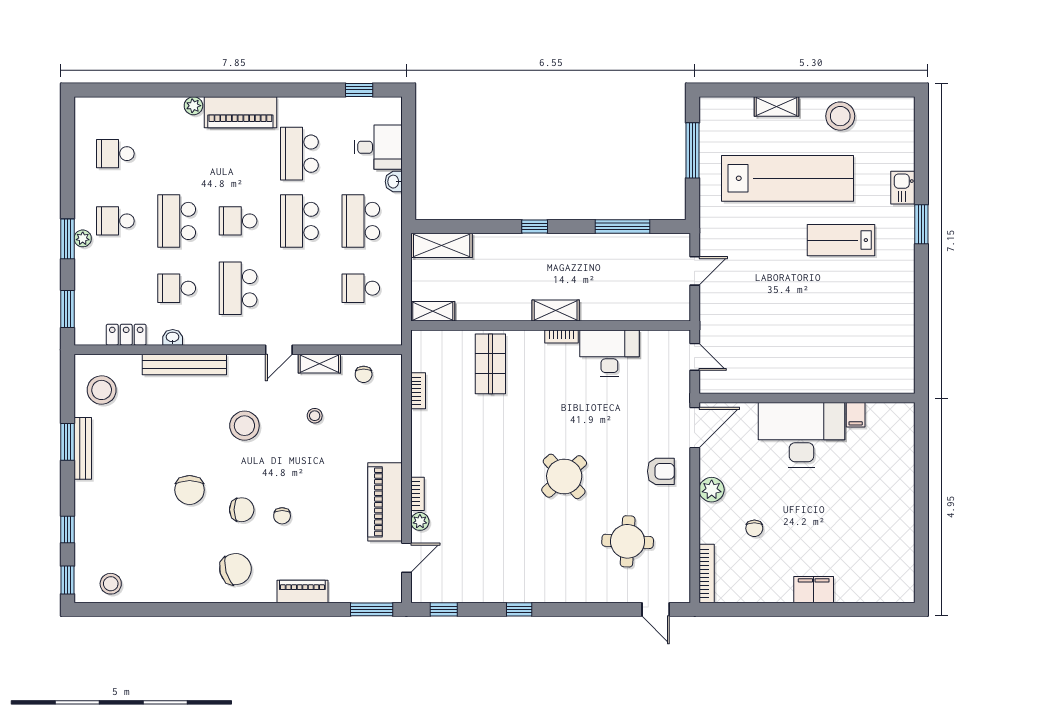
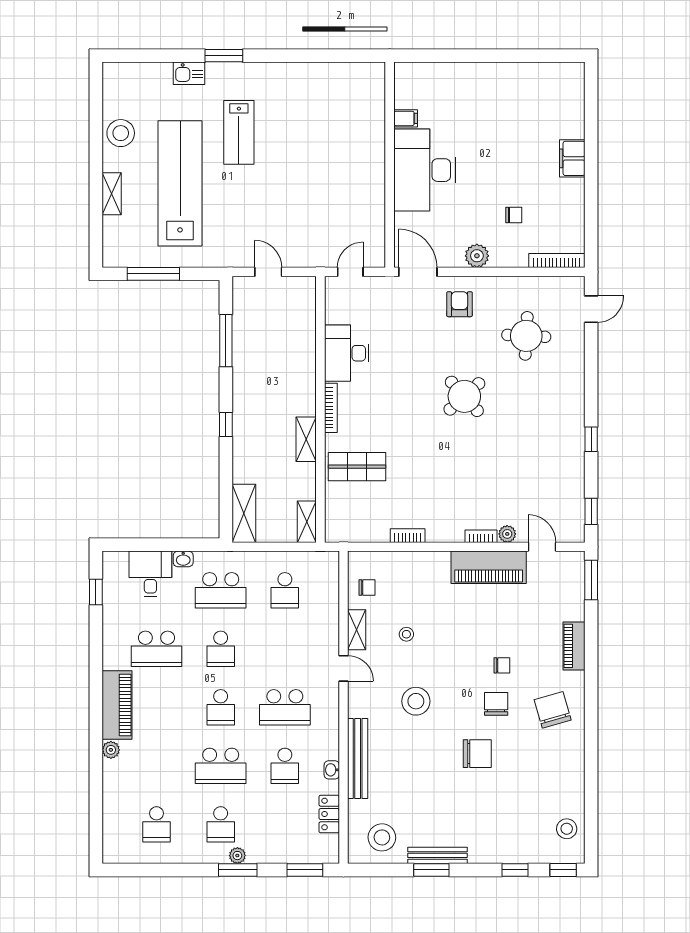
school desk: (299, 221) -> (221, 649), width x0.54
shelving: (556, 311) -> (306, 439), moved
bookcase: (561, 337) -> (331, 408), width x1.56
bookcase: (418, 391) -> (408, 536), moved

